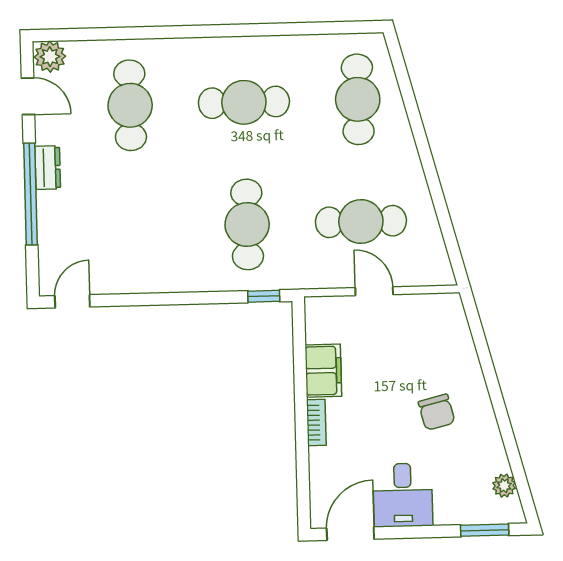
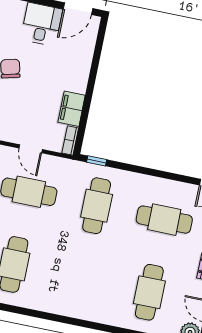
cafe table: (244, 102) -> (164, 220), moved
bookcase: (316, 422) -> (70, 140), moved

